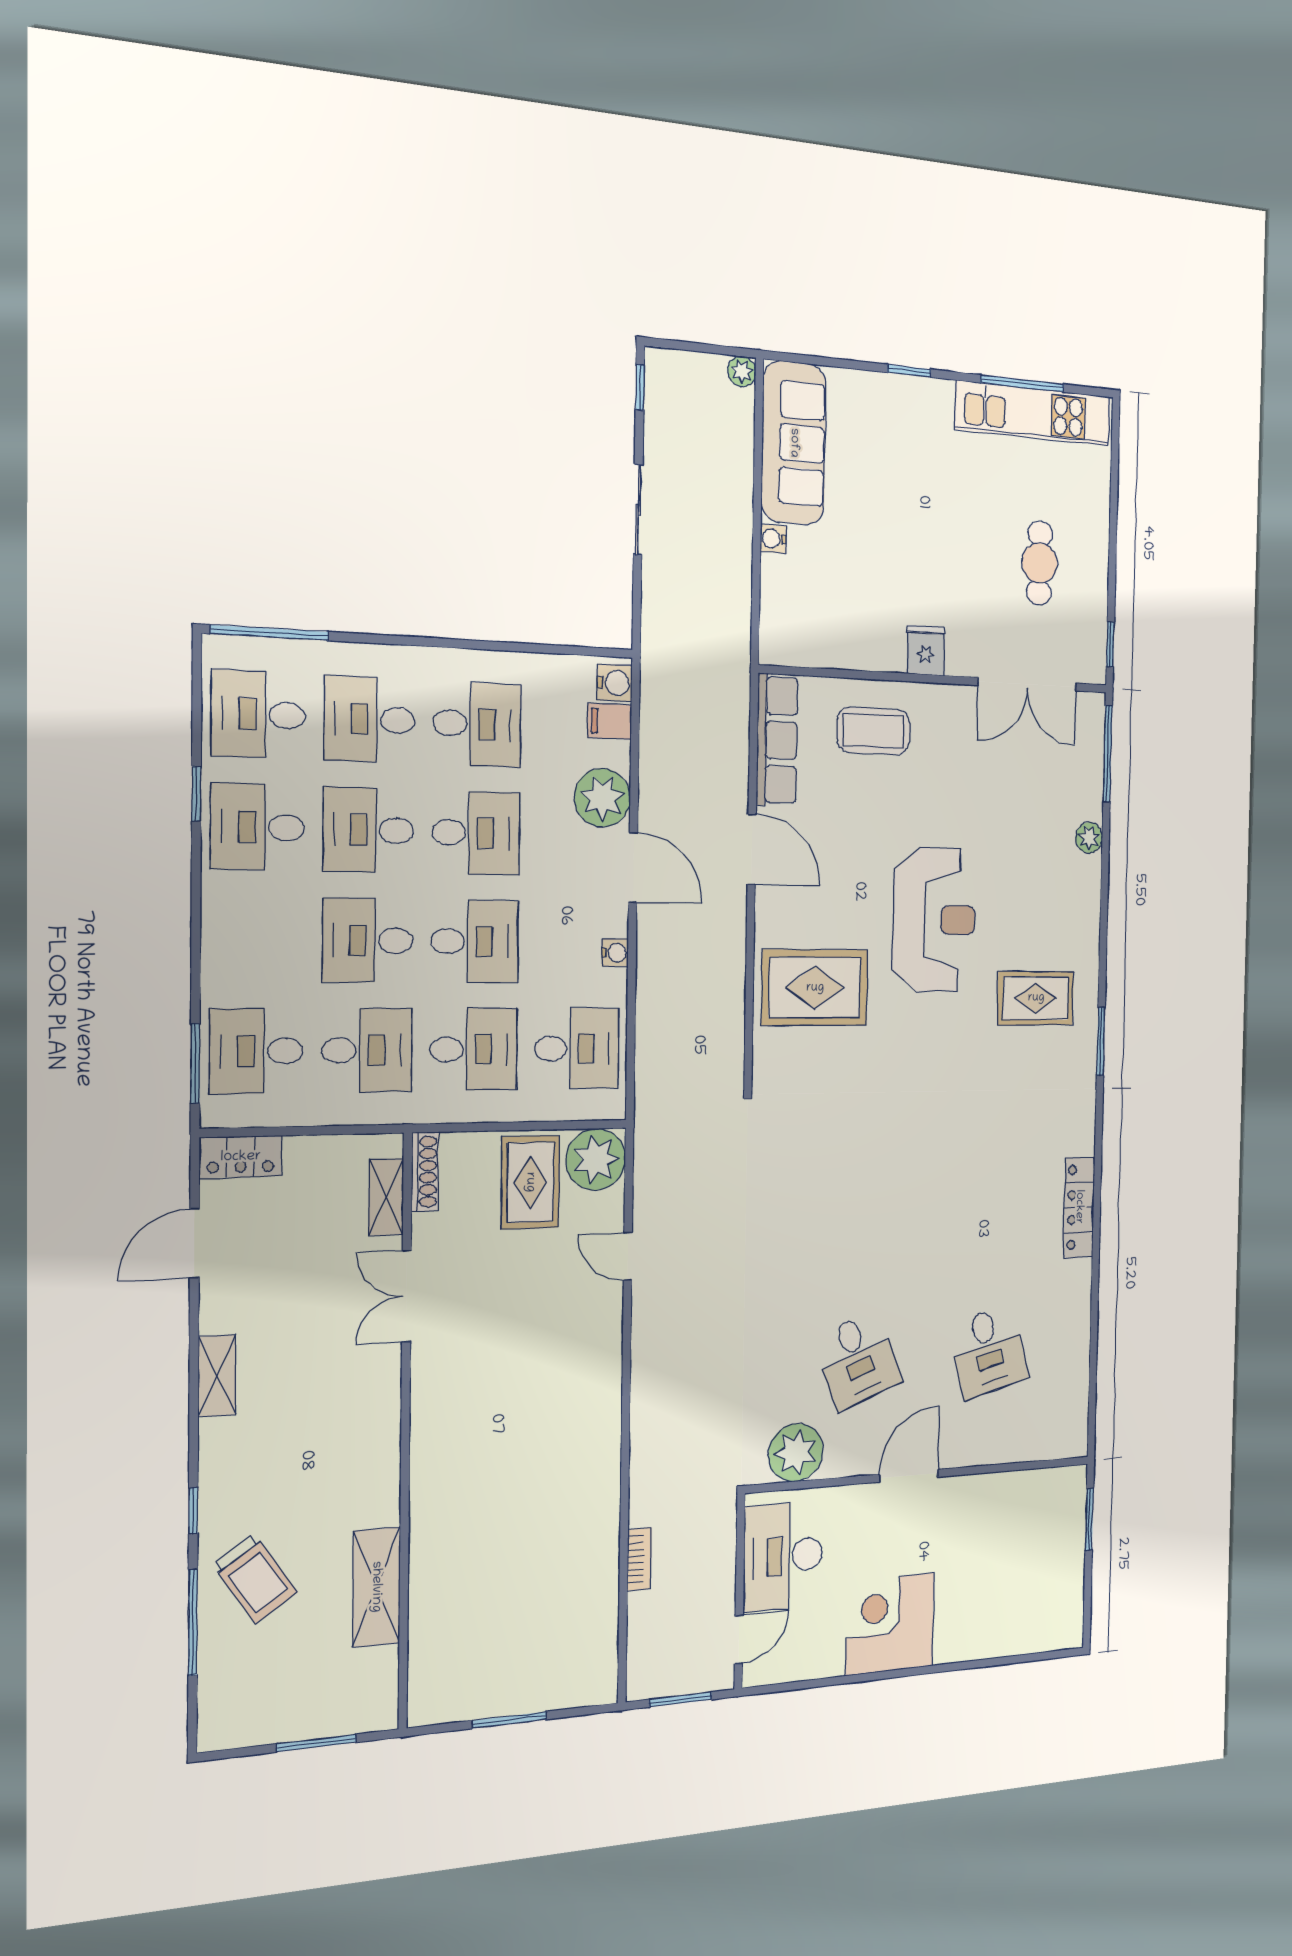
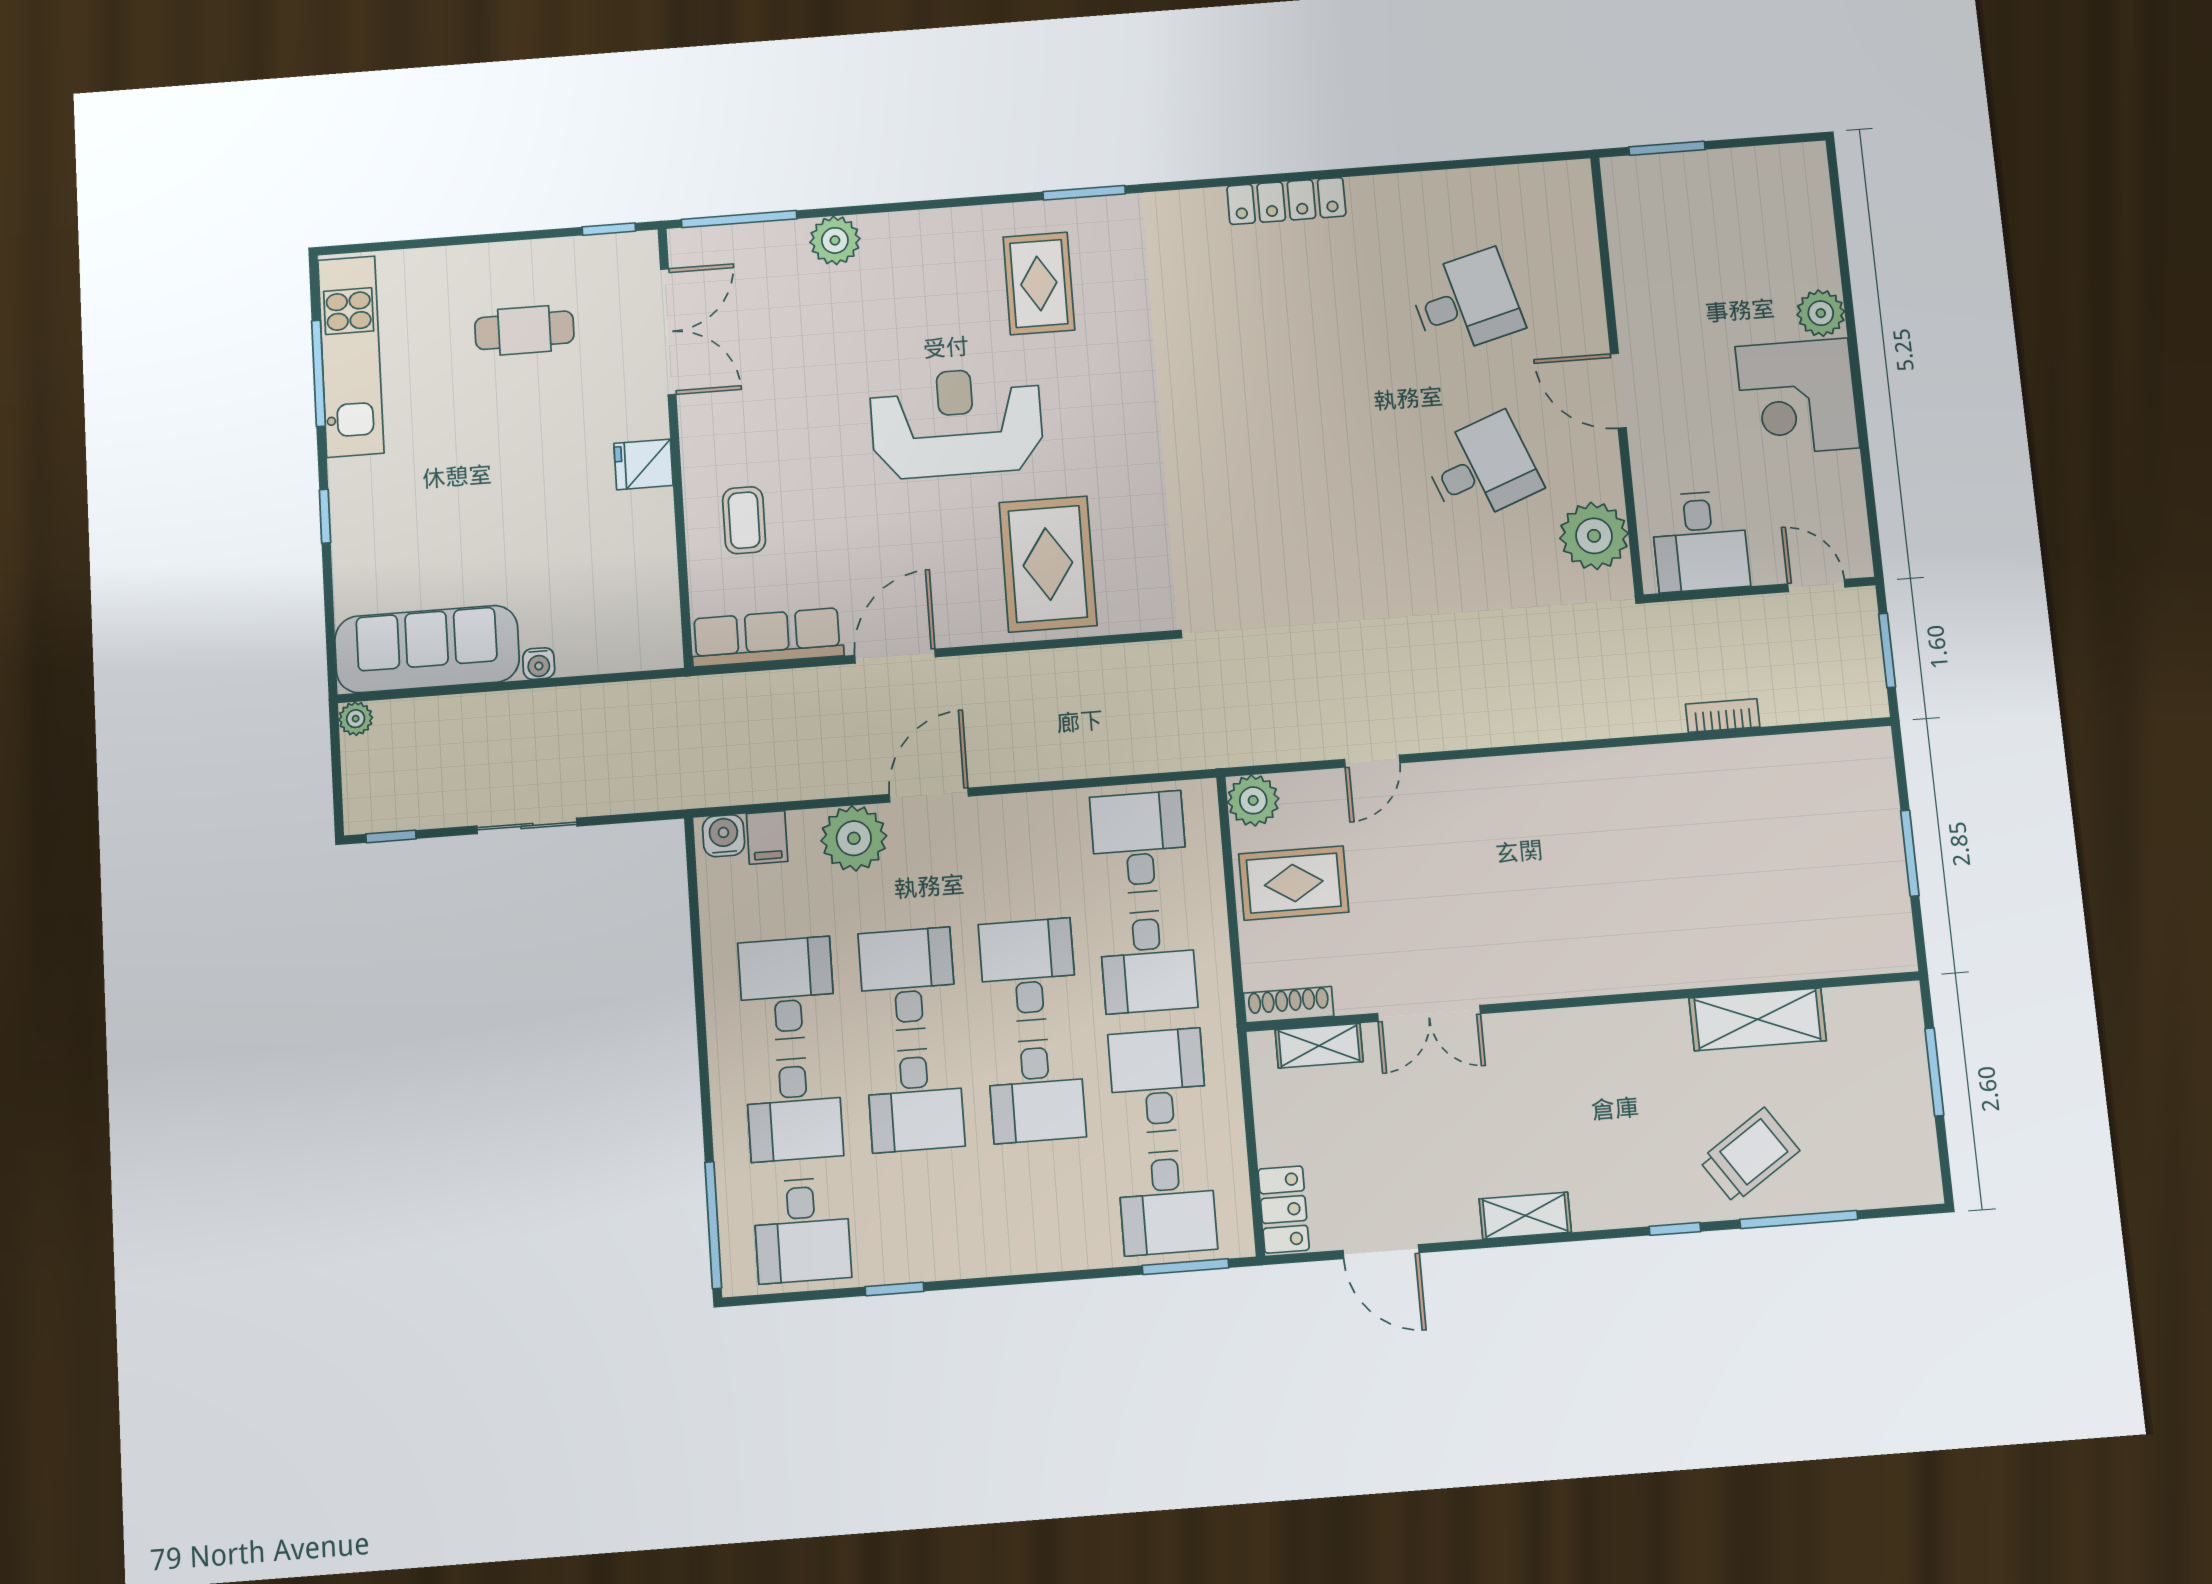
coffee table: (873, 731) -> (744, 520), width x0.73, depth x0.77
desk: (258, 827) -> (924, 1221), removed
plant: (1089, 838) -> (835, 240), width x1.38, depth x1.38
water cooler: (615, 953) -> (1027, 808), removed
desk: (474, 1049) -> (1148, 961), turned 180
plant: (596, 1159) -> (1253, 800), width x0.73, depth x0.73
desk: (783, 1556) -> (1700, 541), width x0.73
plant: (953, 1644) -> (1821, 313), added

